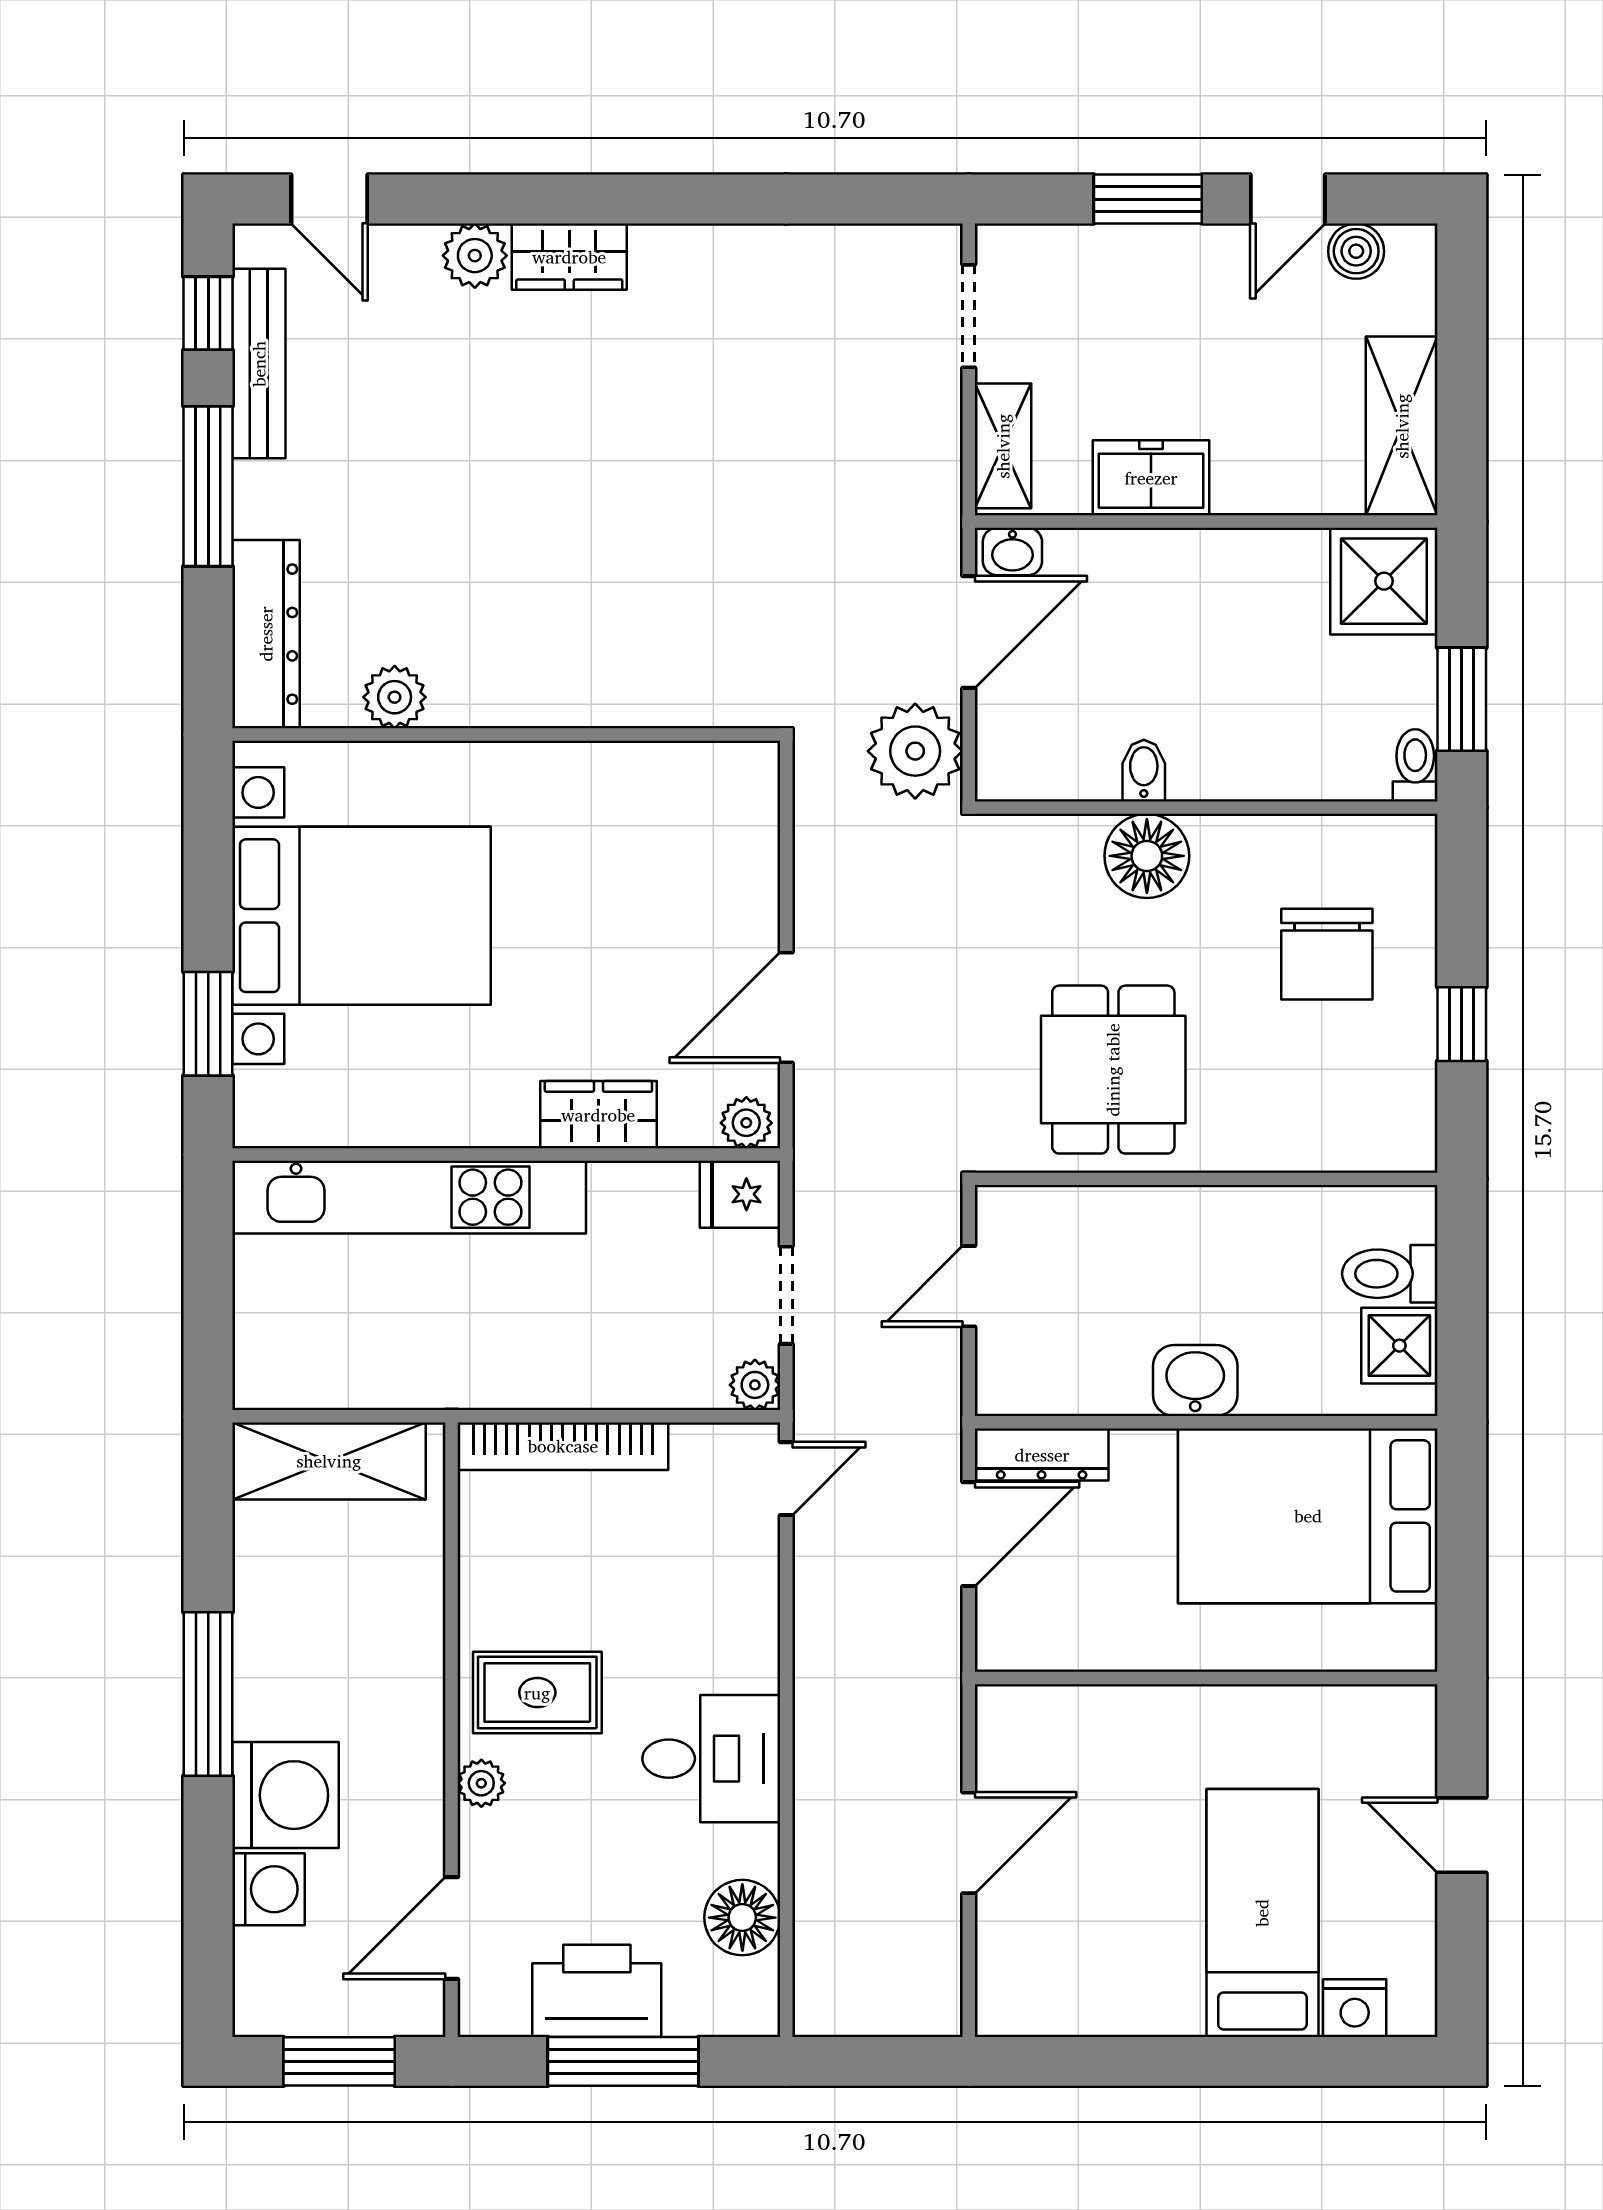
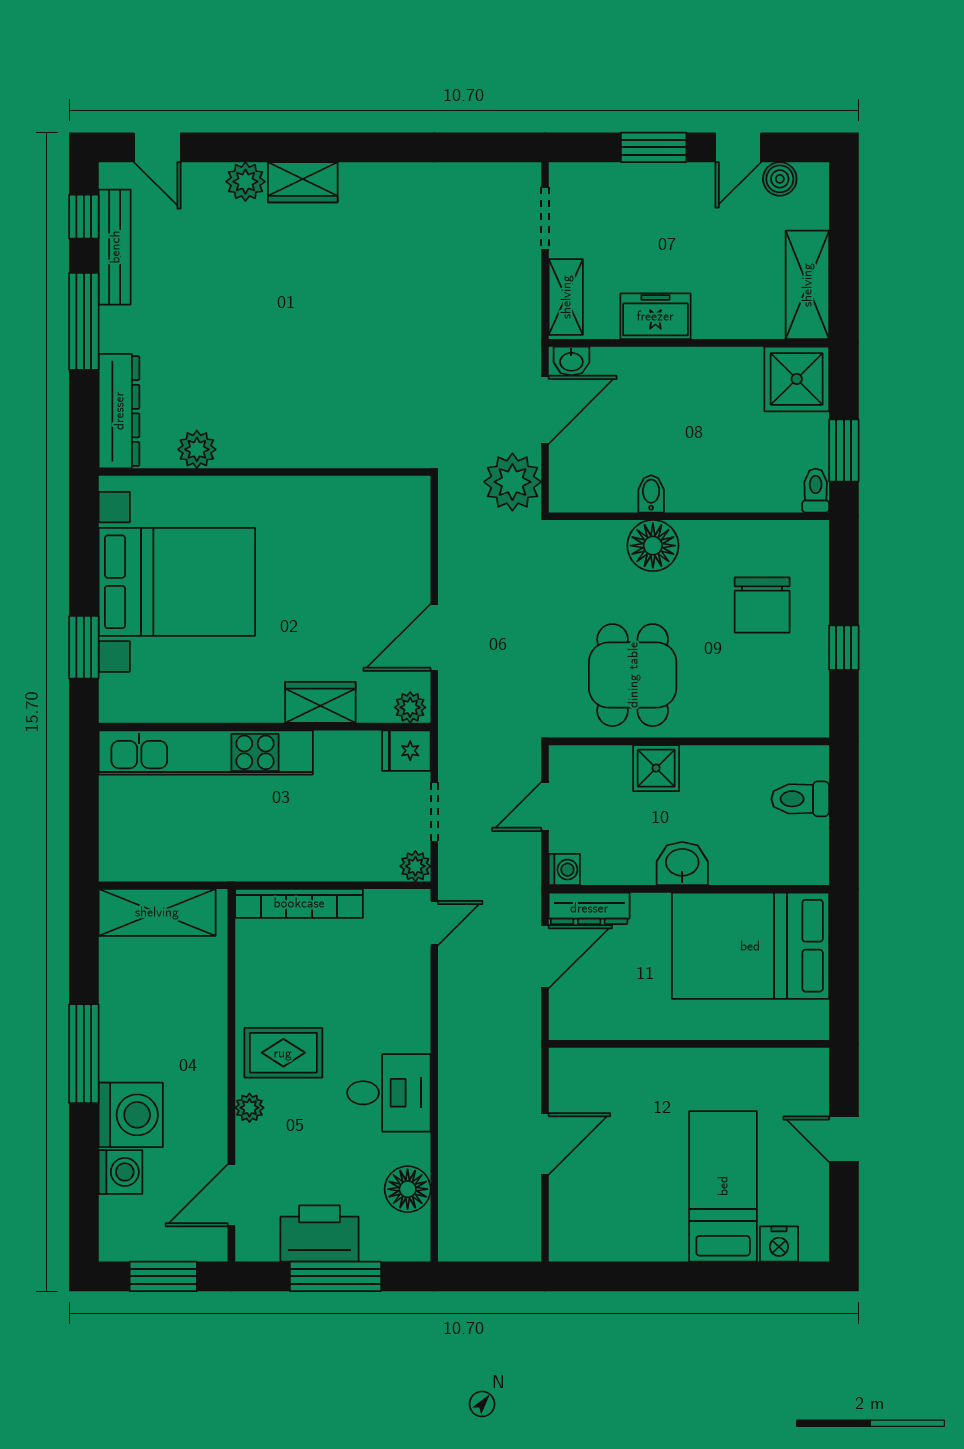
shower: (1399, 1346) -> (656, 768), moved
washing machine: (1001, 1390) -> (564, 870), added

